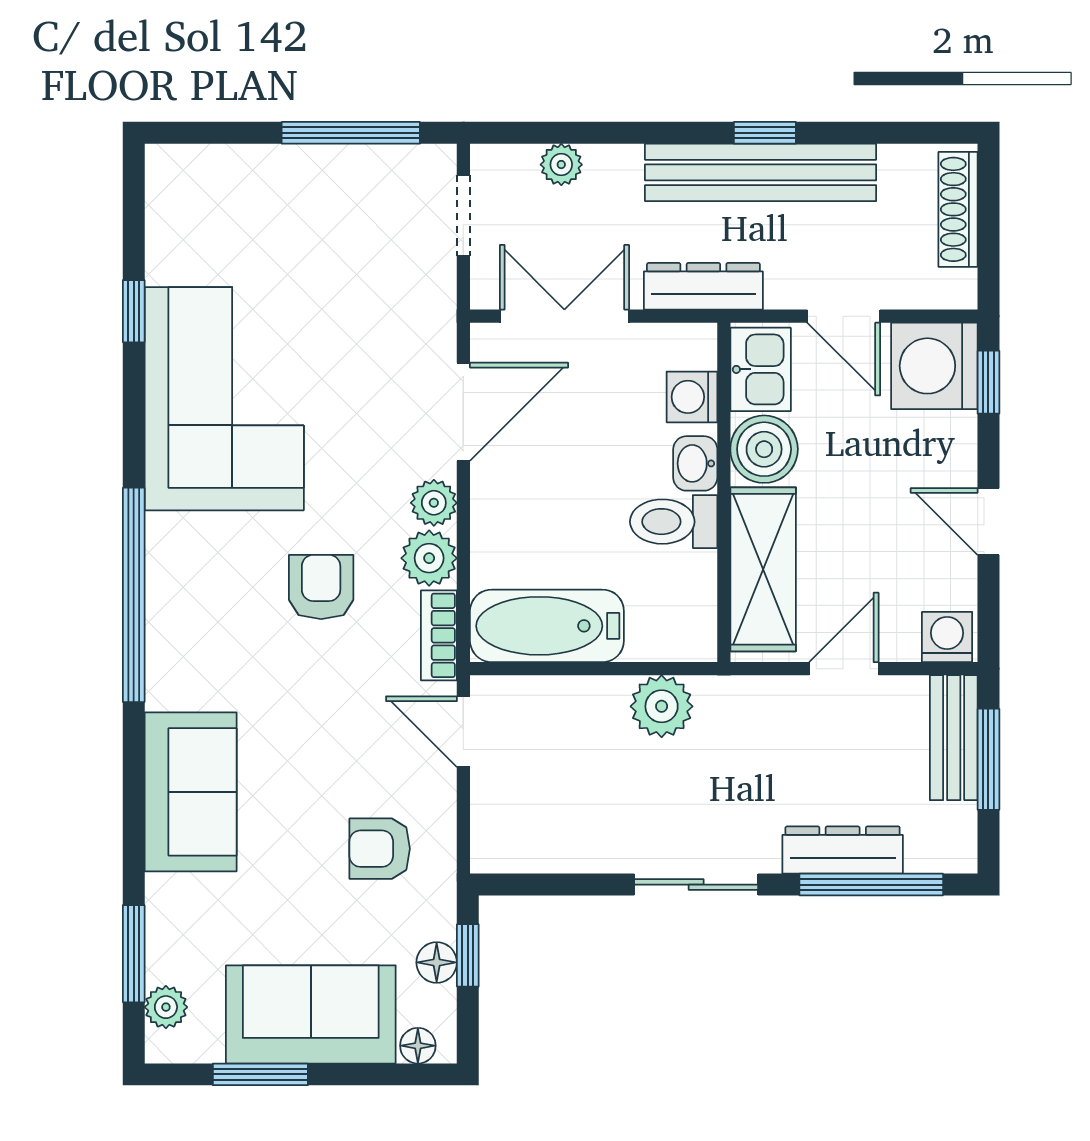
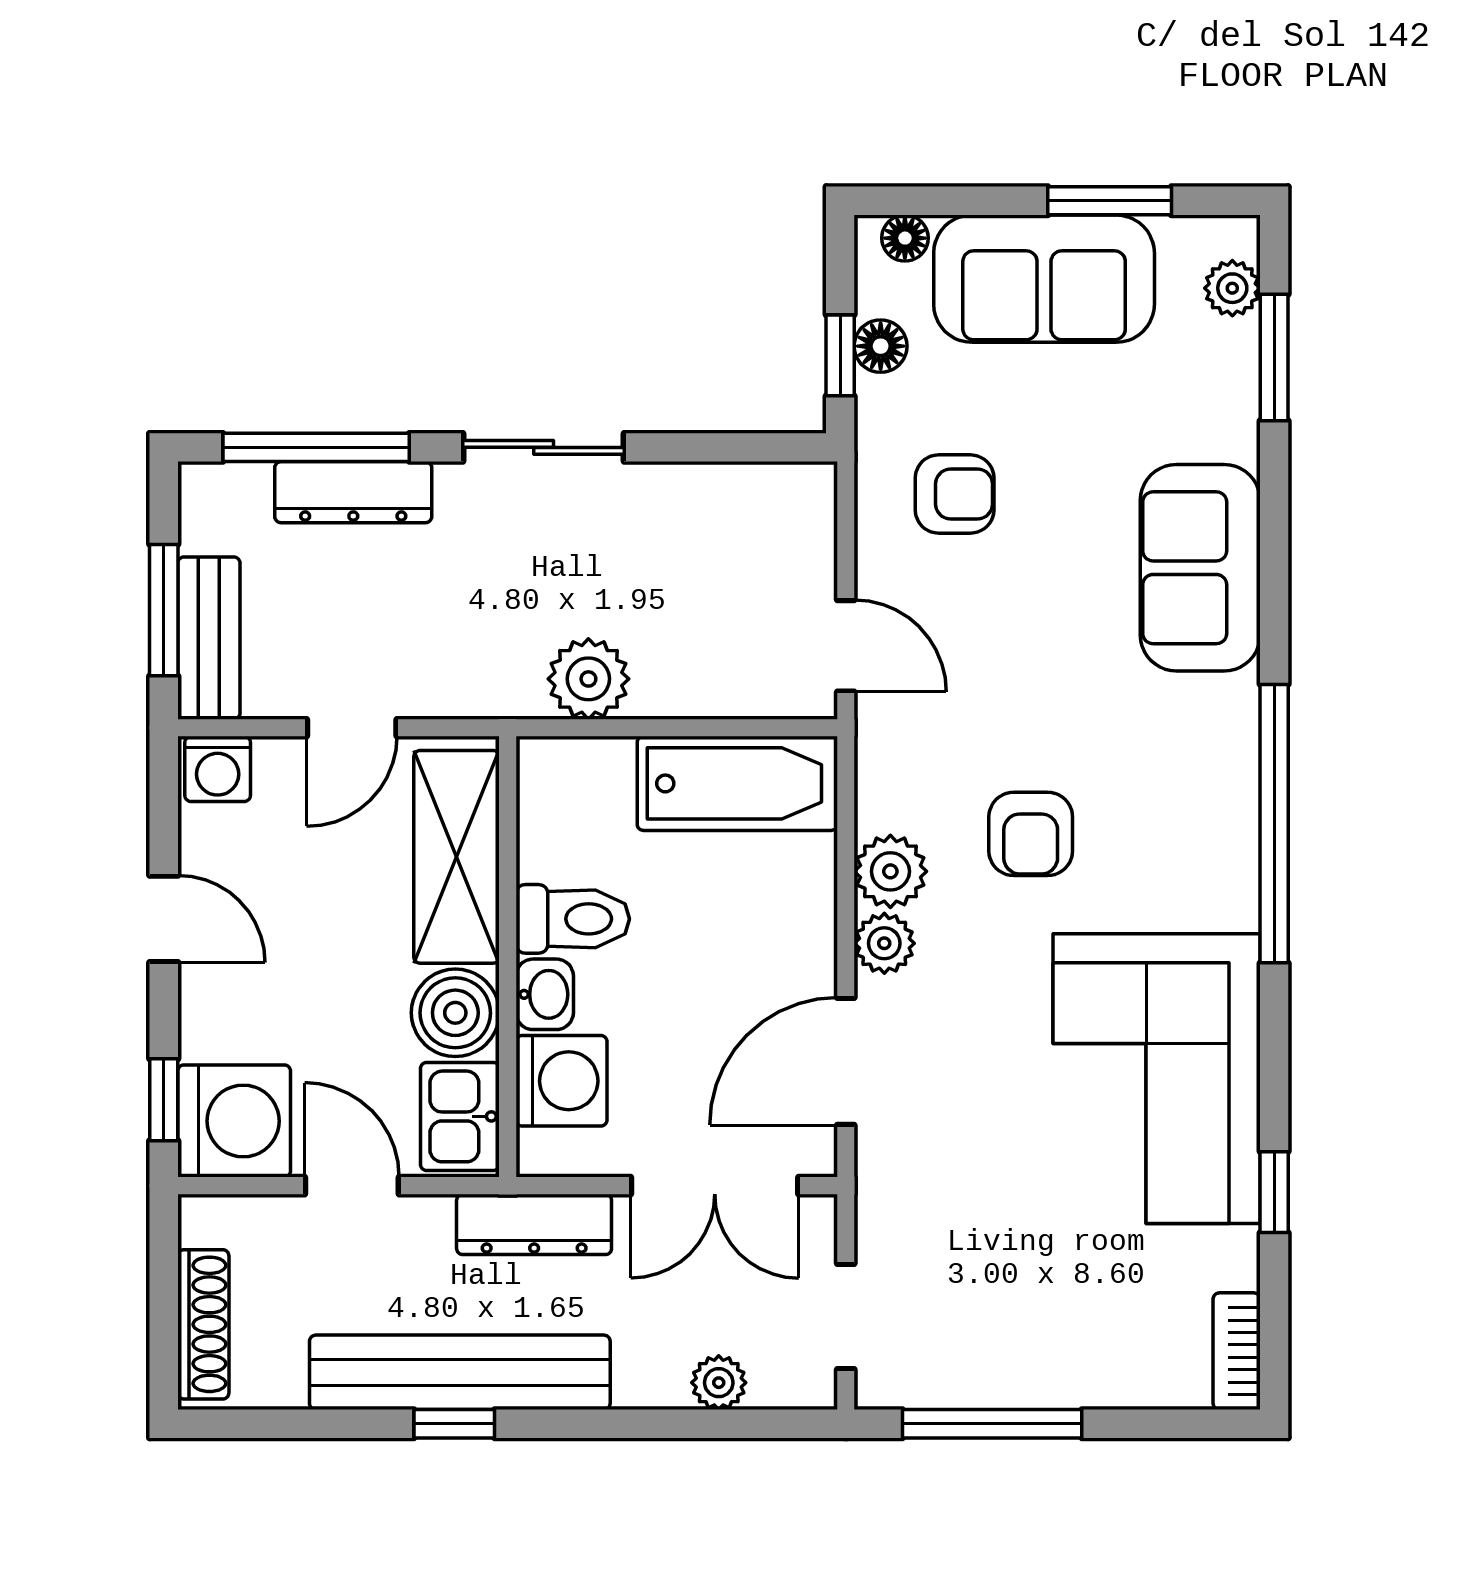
washing machine: (692, 397) -> (561, 1081), width x1.38, depth x1.38
bookcase: (439, 635) -> (1237, 1351), moved, turned 180

